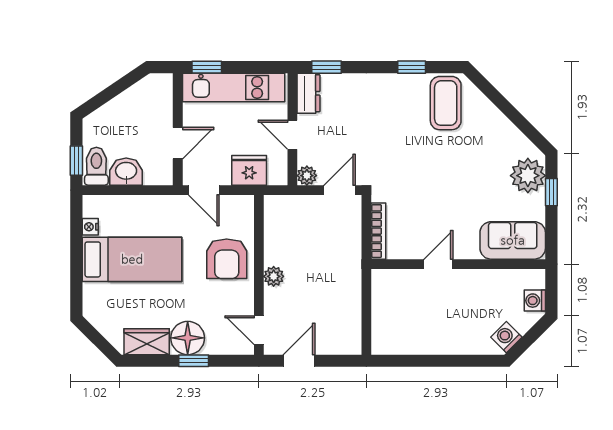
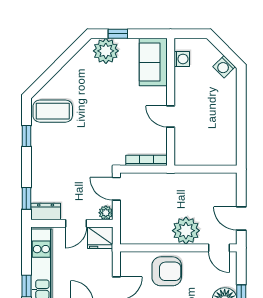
fridge: (249, 170) -> (100, 238), moved, turned -90
plant: (274, 276) -> (186, 231), width x1.88, depth x1.88
washing machine: (535, 301) -> (182, 59), moved, turned -90
door: (259, 330) -> (219, 248), hinge flipped

